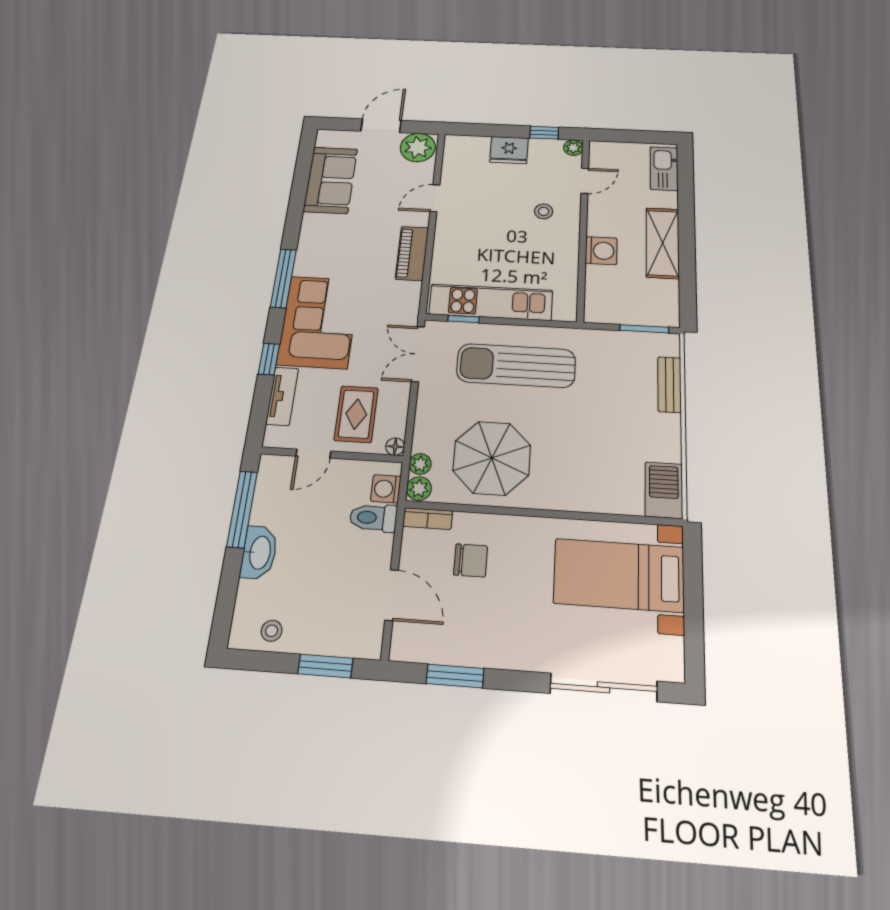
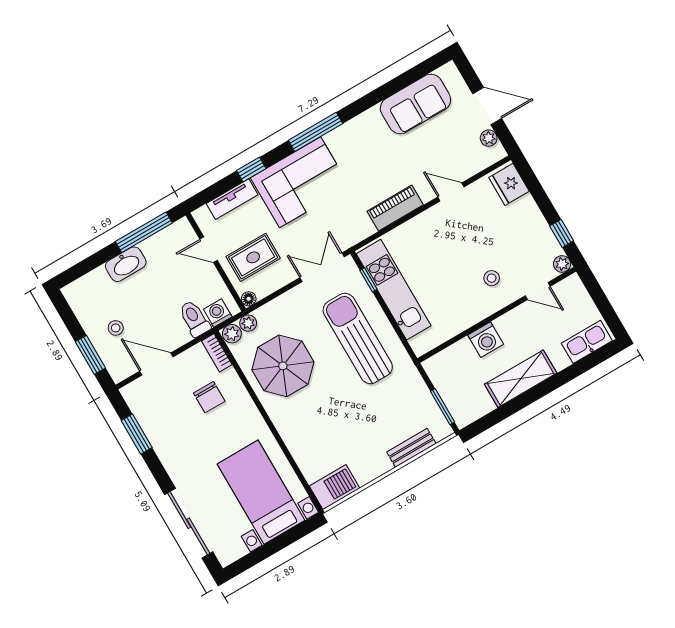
plant: (418, 147) -> (489, 138), width x0.53, depth x0.53
fridge: (509, 150) -> (509, 184), moved
door: (392, 595) -> (156, 364), swing flipped
stool: (272, 631) -> (116, 328), moved

